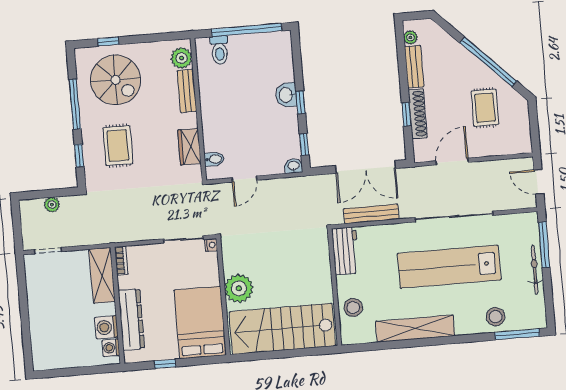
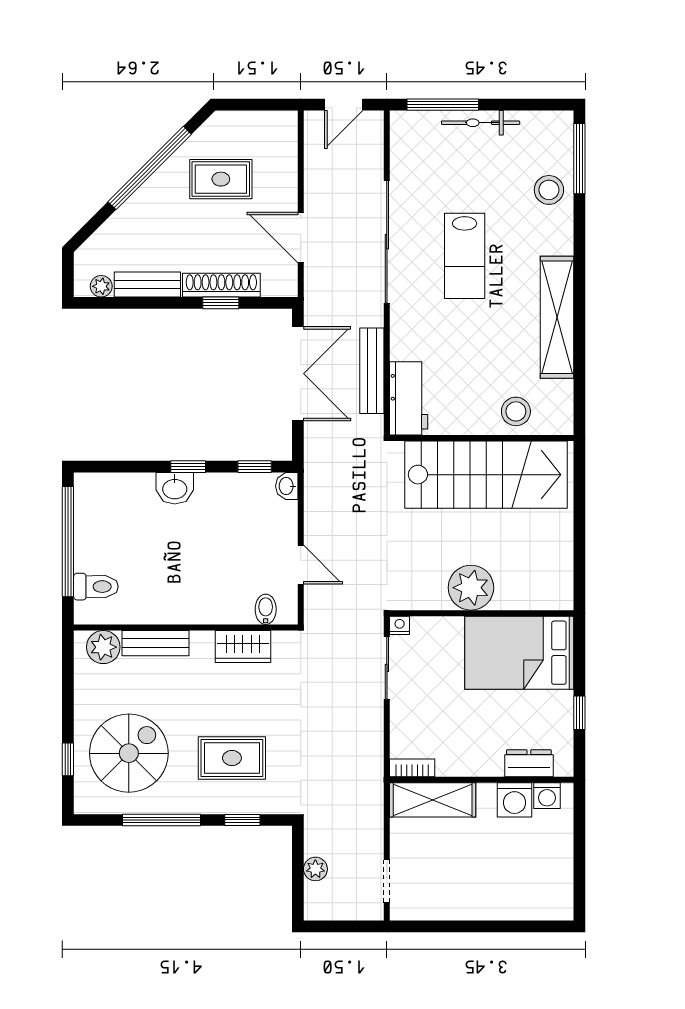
workbench: (345, 251) -> (409, 398), moved, turned 90
lab bench: (449, 267) -> (465, 256), width x0.54, depth x0.72
dresser: (131, 320) -> (529, 763), width x0.51, depth x0.80
stairs: (282, 329) -> (486, 475), moved, turned -90

